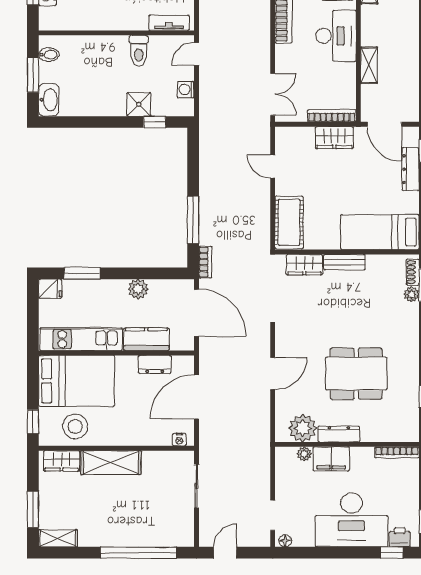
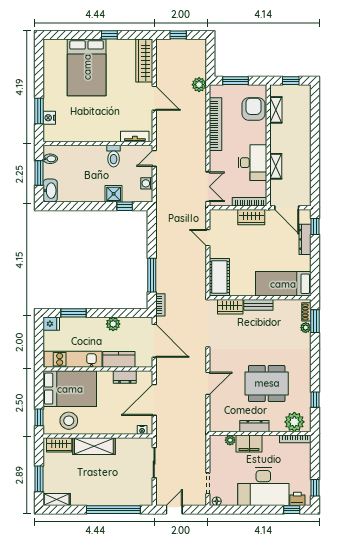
desk: (336, 36) -> (252, 163), moved
plant: (303, 428) -> (294, 422), moved

